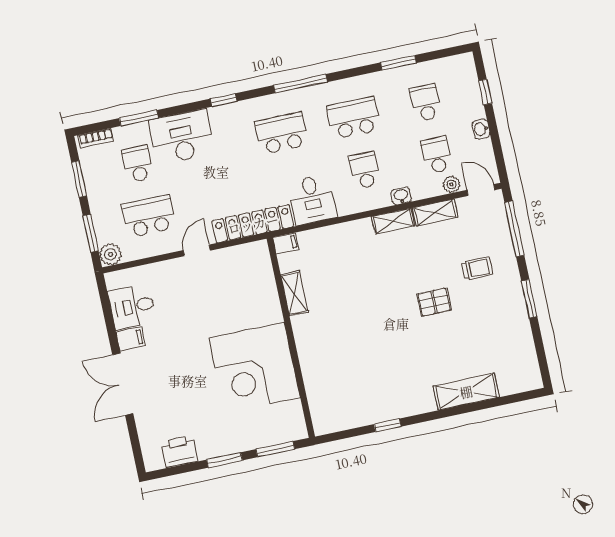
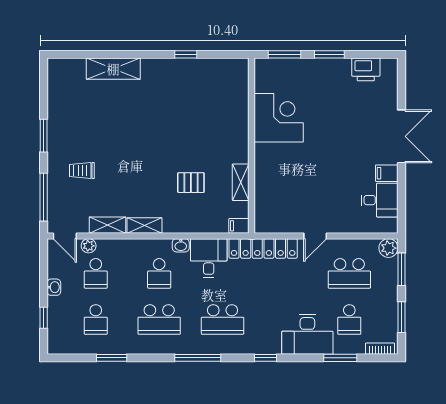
washbasin: (401, 196) -> (181, 245), moved
pallet: (434, 302) -> (191, 183), moved
corner desk: (255, 368) -> (279, 118), width x0.74, depth x0.74

